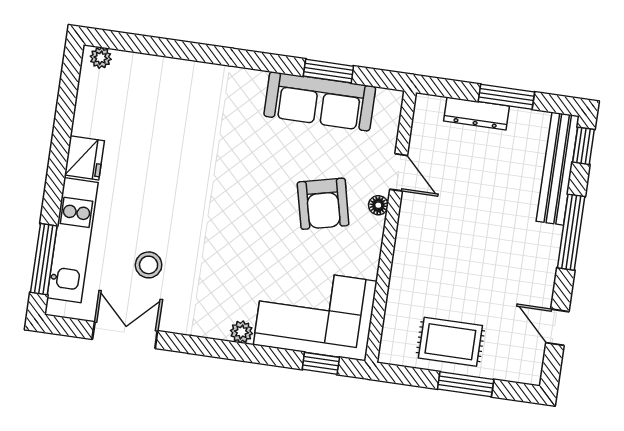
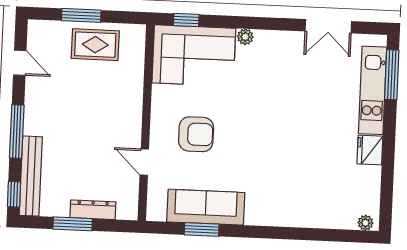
armchair: (323, 204) -> (196, 134), turned 103
floor lamp: (378, 205) -> (156, 137), removed
stool: (149, 265) -> (316, 78), removed

